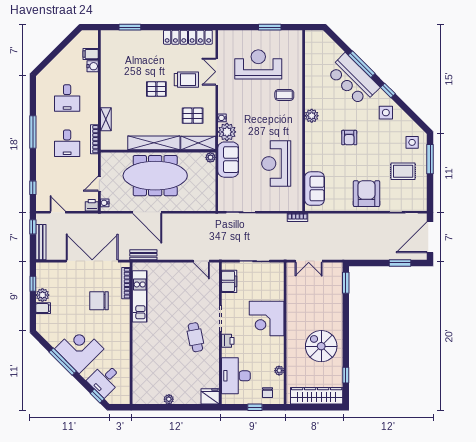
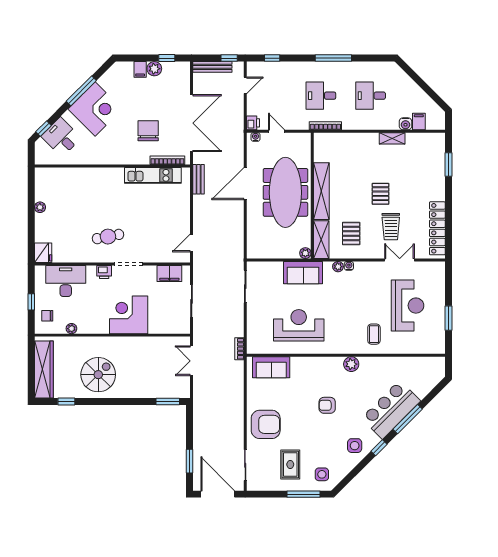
shelving: (106, 119) -> (392, 138), moved
plant: (227, 132) -> (338, 267), width x0.53, depth x0.53

